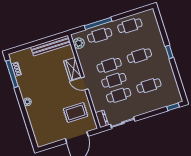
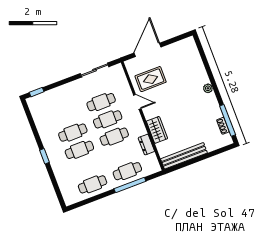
plant: (79, 43) -> (151, 161), removed
door: (85, 83) -> (137, 102), moved
cafe table: (149, 86) -> (73, 133), moved
dresser: (102, 119) -> (146, 145), moved

